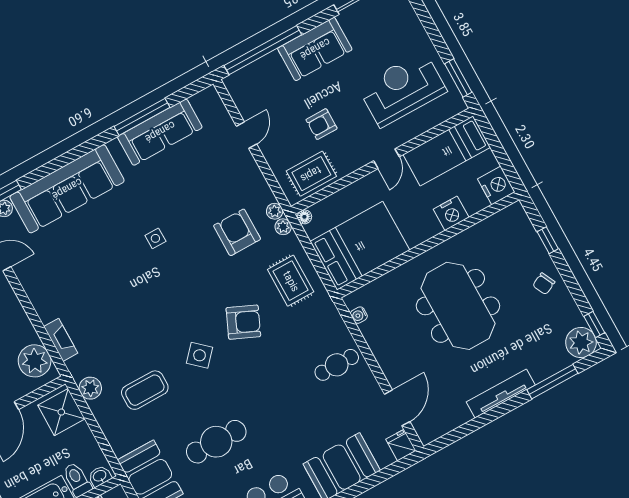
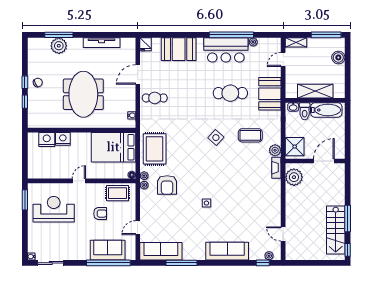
sofa: (315, 49) -> (108, 250), moved
reception desk: (402, 89) -> (54, 209), turned 180
sofa: (160, 132) -> (161, 251), moved
bed: (447, 151) -> (49, 169), removed
nightstand: (496, 185) -> (47, 139), moved, turned 90
sofa: (67, 189) -> (227, 251), width x0.74, depth x0.79
rug: (291, 281) -> (155, 149), width x1.36, depth x1.43
armchair: (243, 322) -> (187, 142), removed
window: (594, 325) -> (25, 82), moved
fireplace: (61, 340) -> (276, 168), moved
plant: (581, 343) -> (59, 46), moved
tv unit: (501, 394) -> (102, 43), moved
door: (397, 408) -> (138, 75), moved

